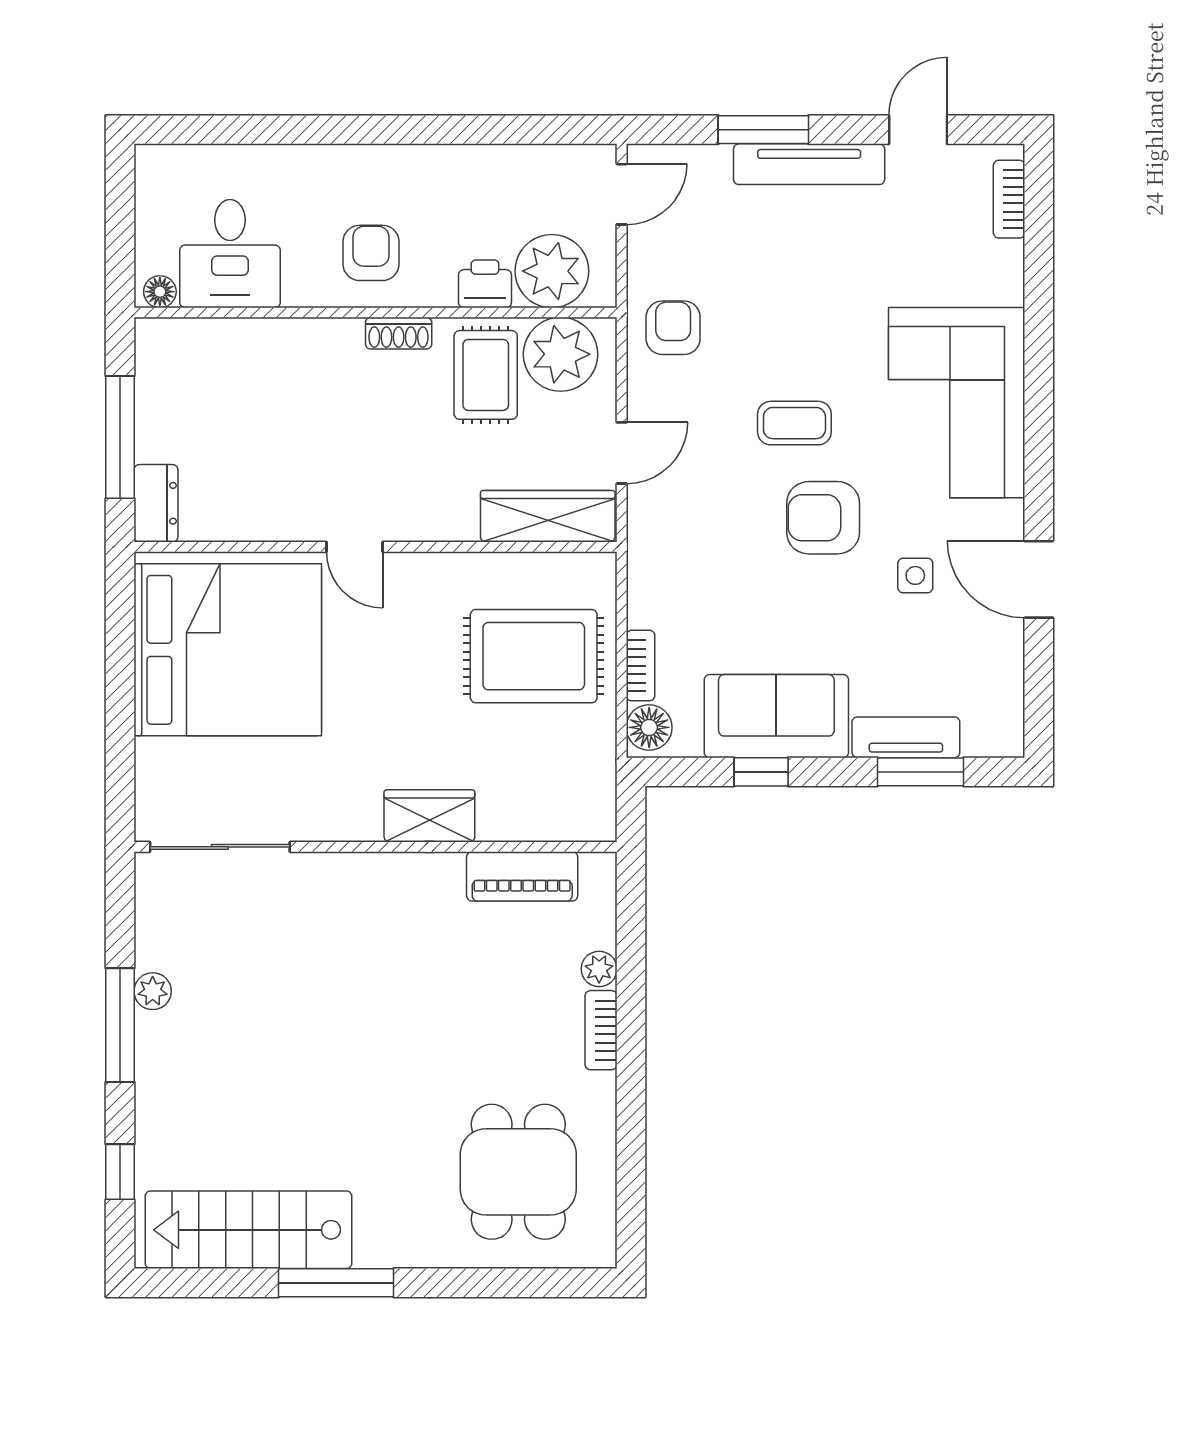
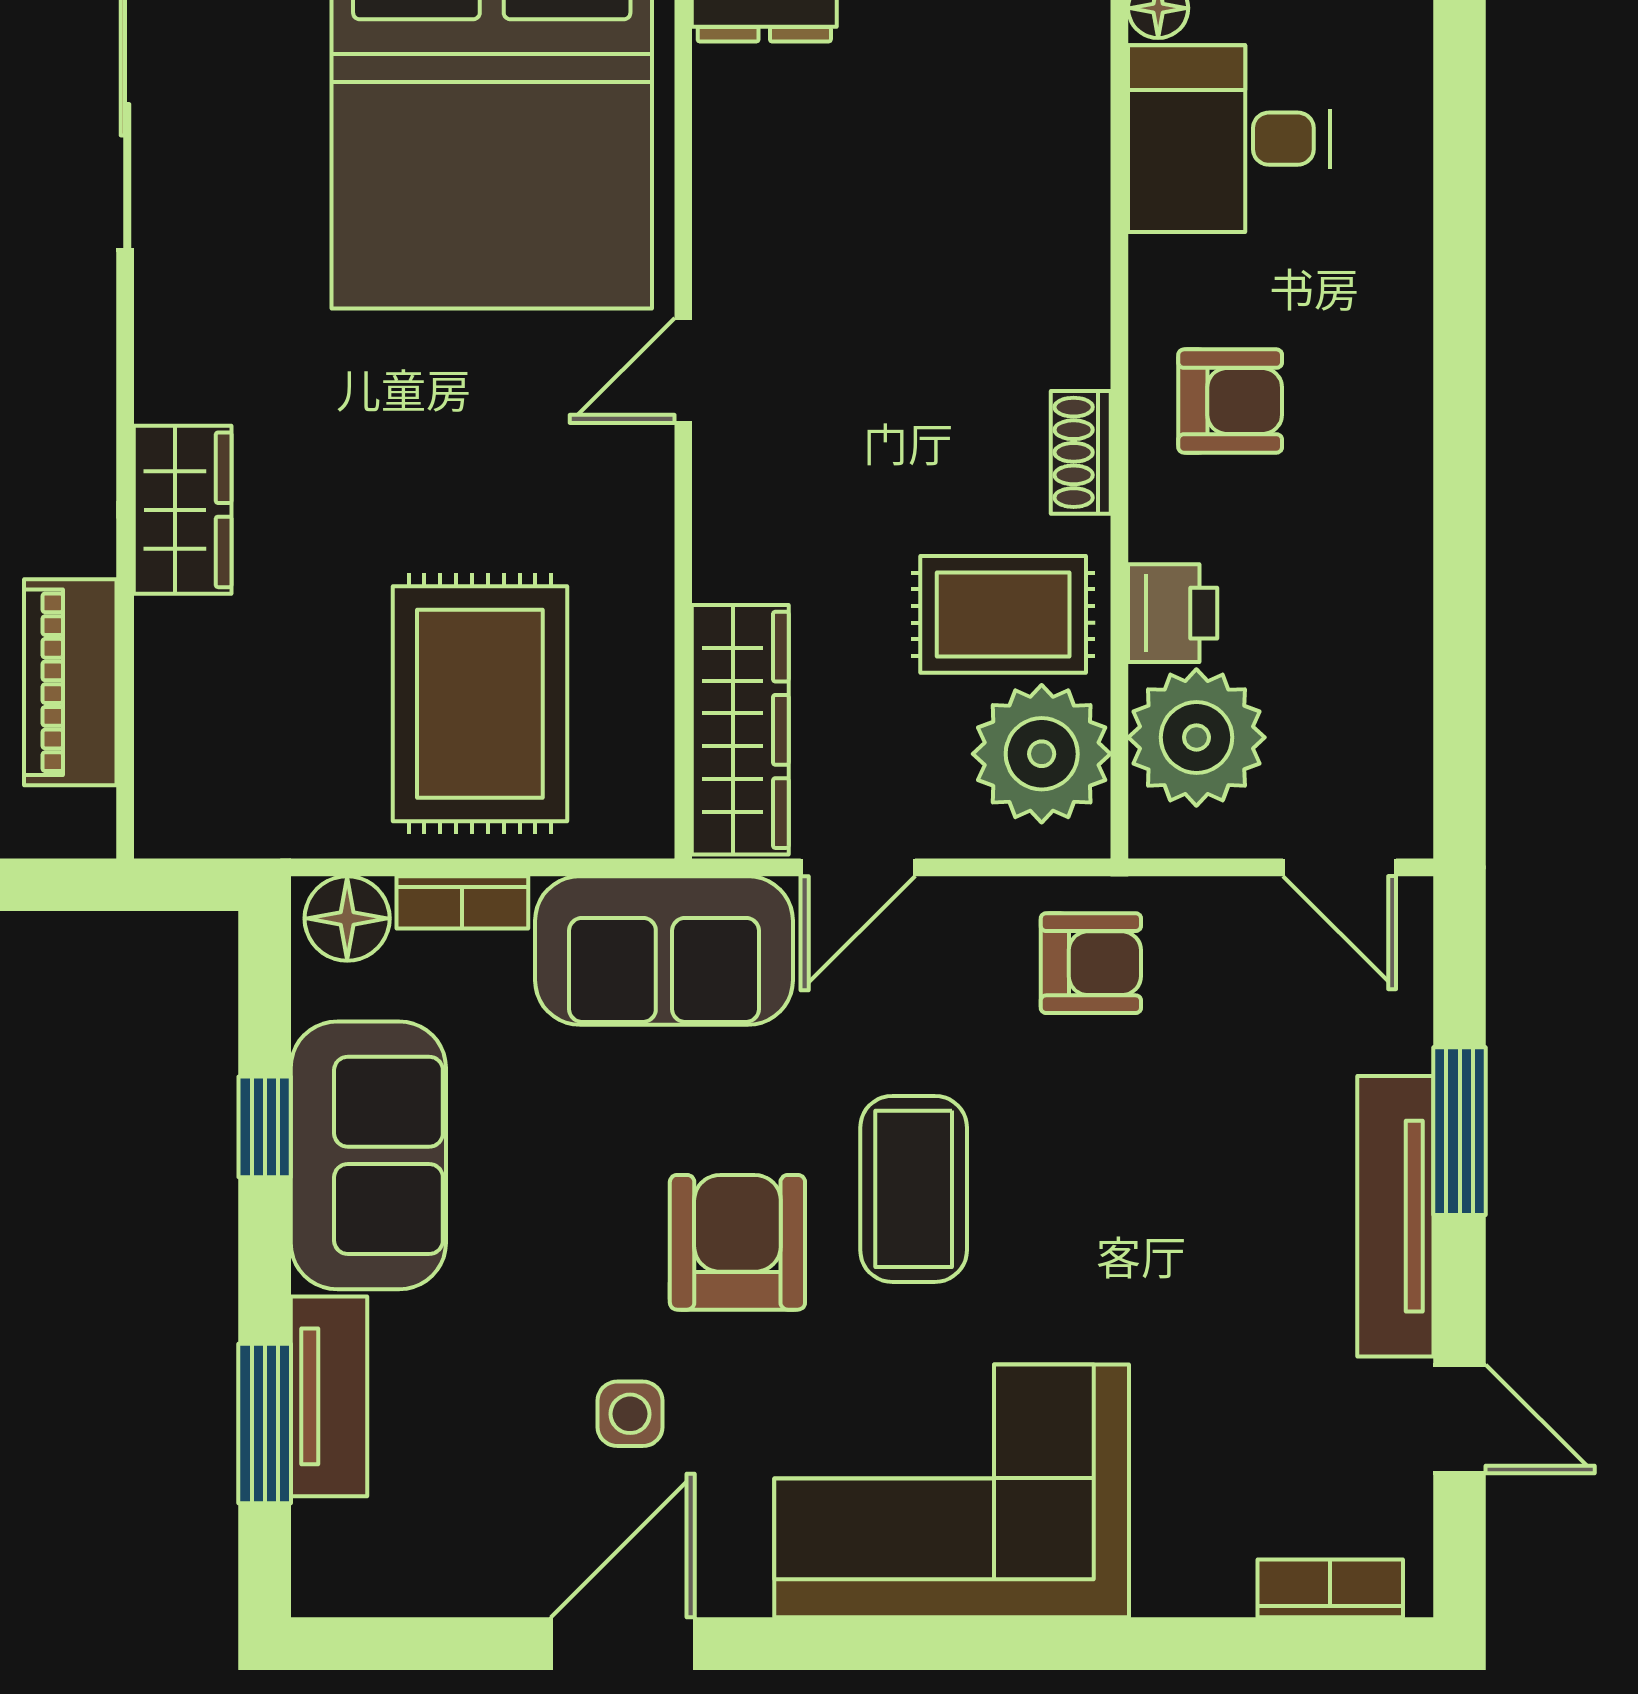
coffee table: (794, 423) -> (914, 1189), width x1.36, depth x1.30
door: (622, 453) -> (858, 867), hinge flipped
sofa: (666, 557) -> (664, 951), added

